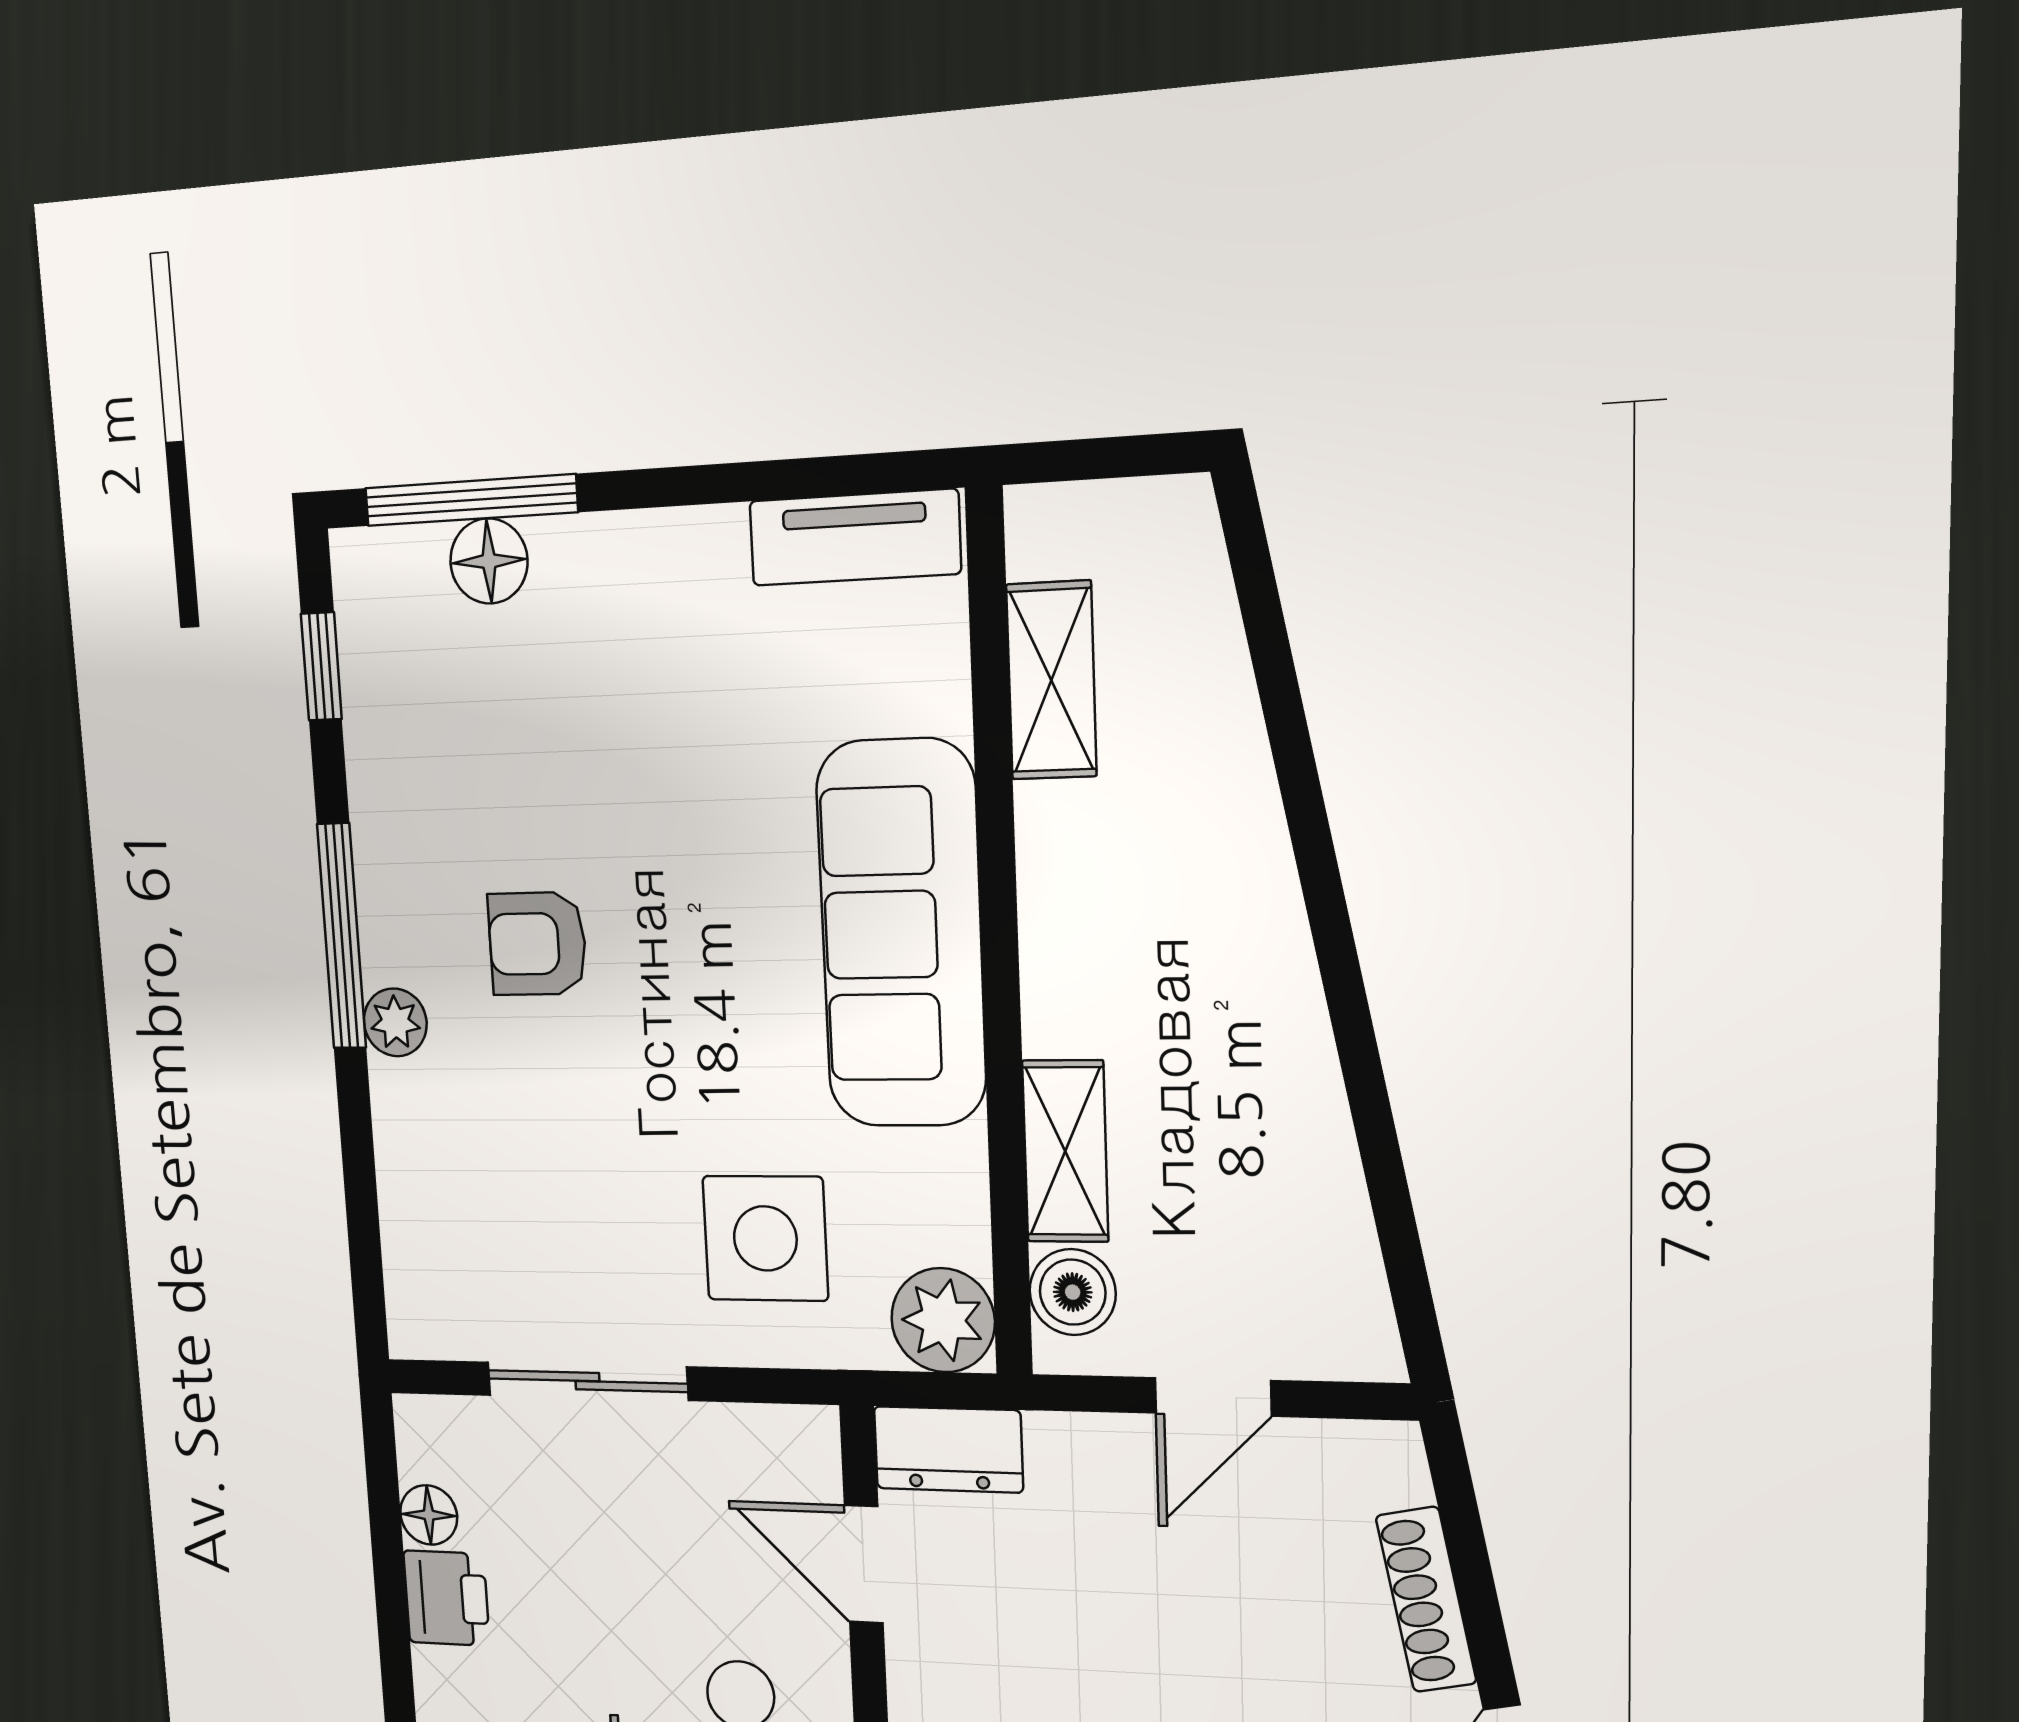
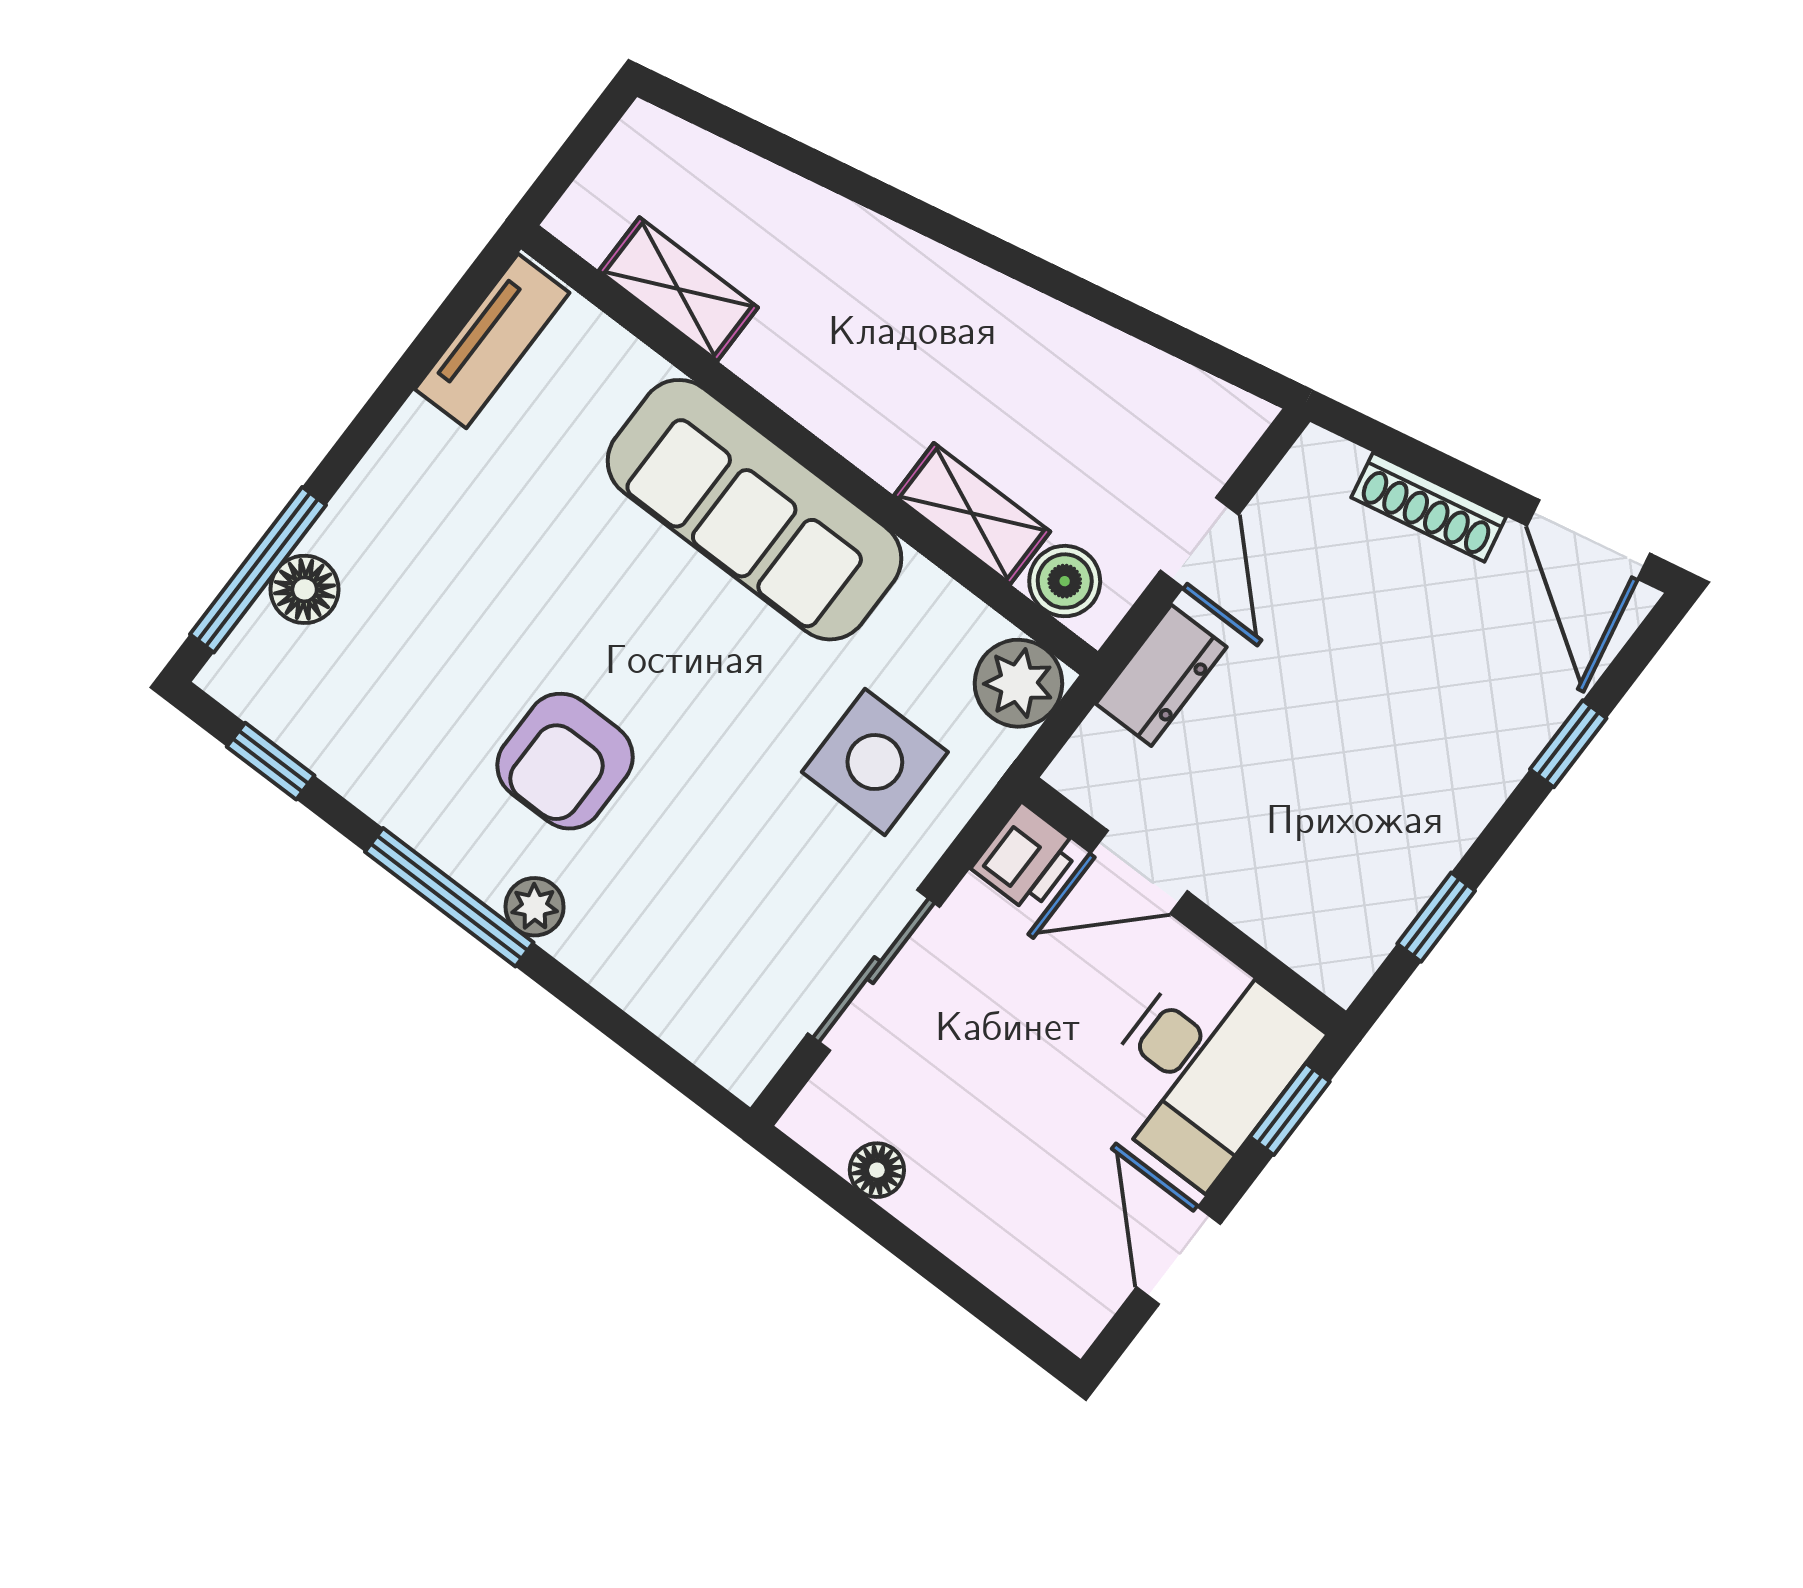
armchair: (537, 944) -> (565, 761), width x1.38, depth x1.38
dresser: (948, 1449) -> (1161, 675), moved
printer: (446, 1598) -> (1026, 858), moved, turned 90

